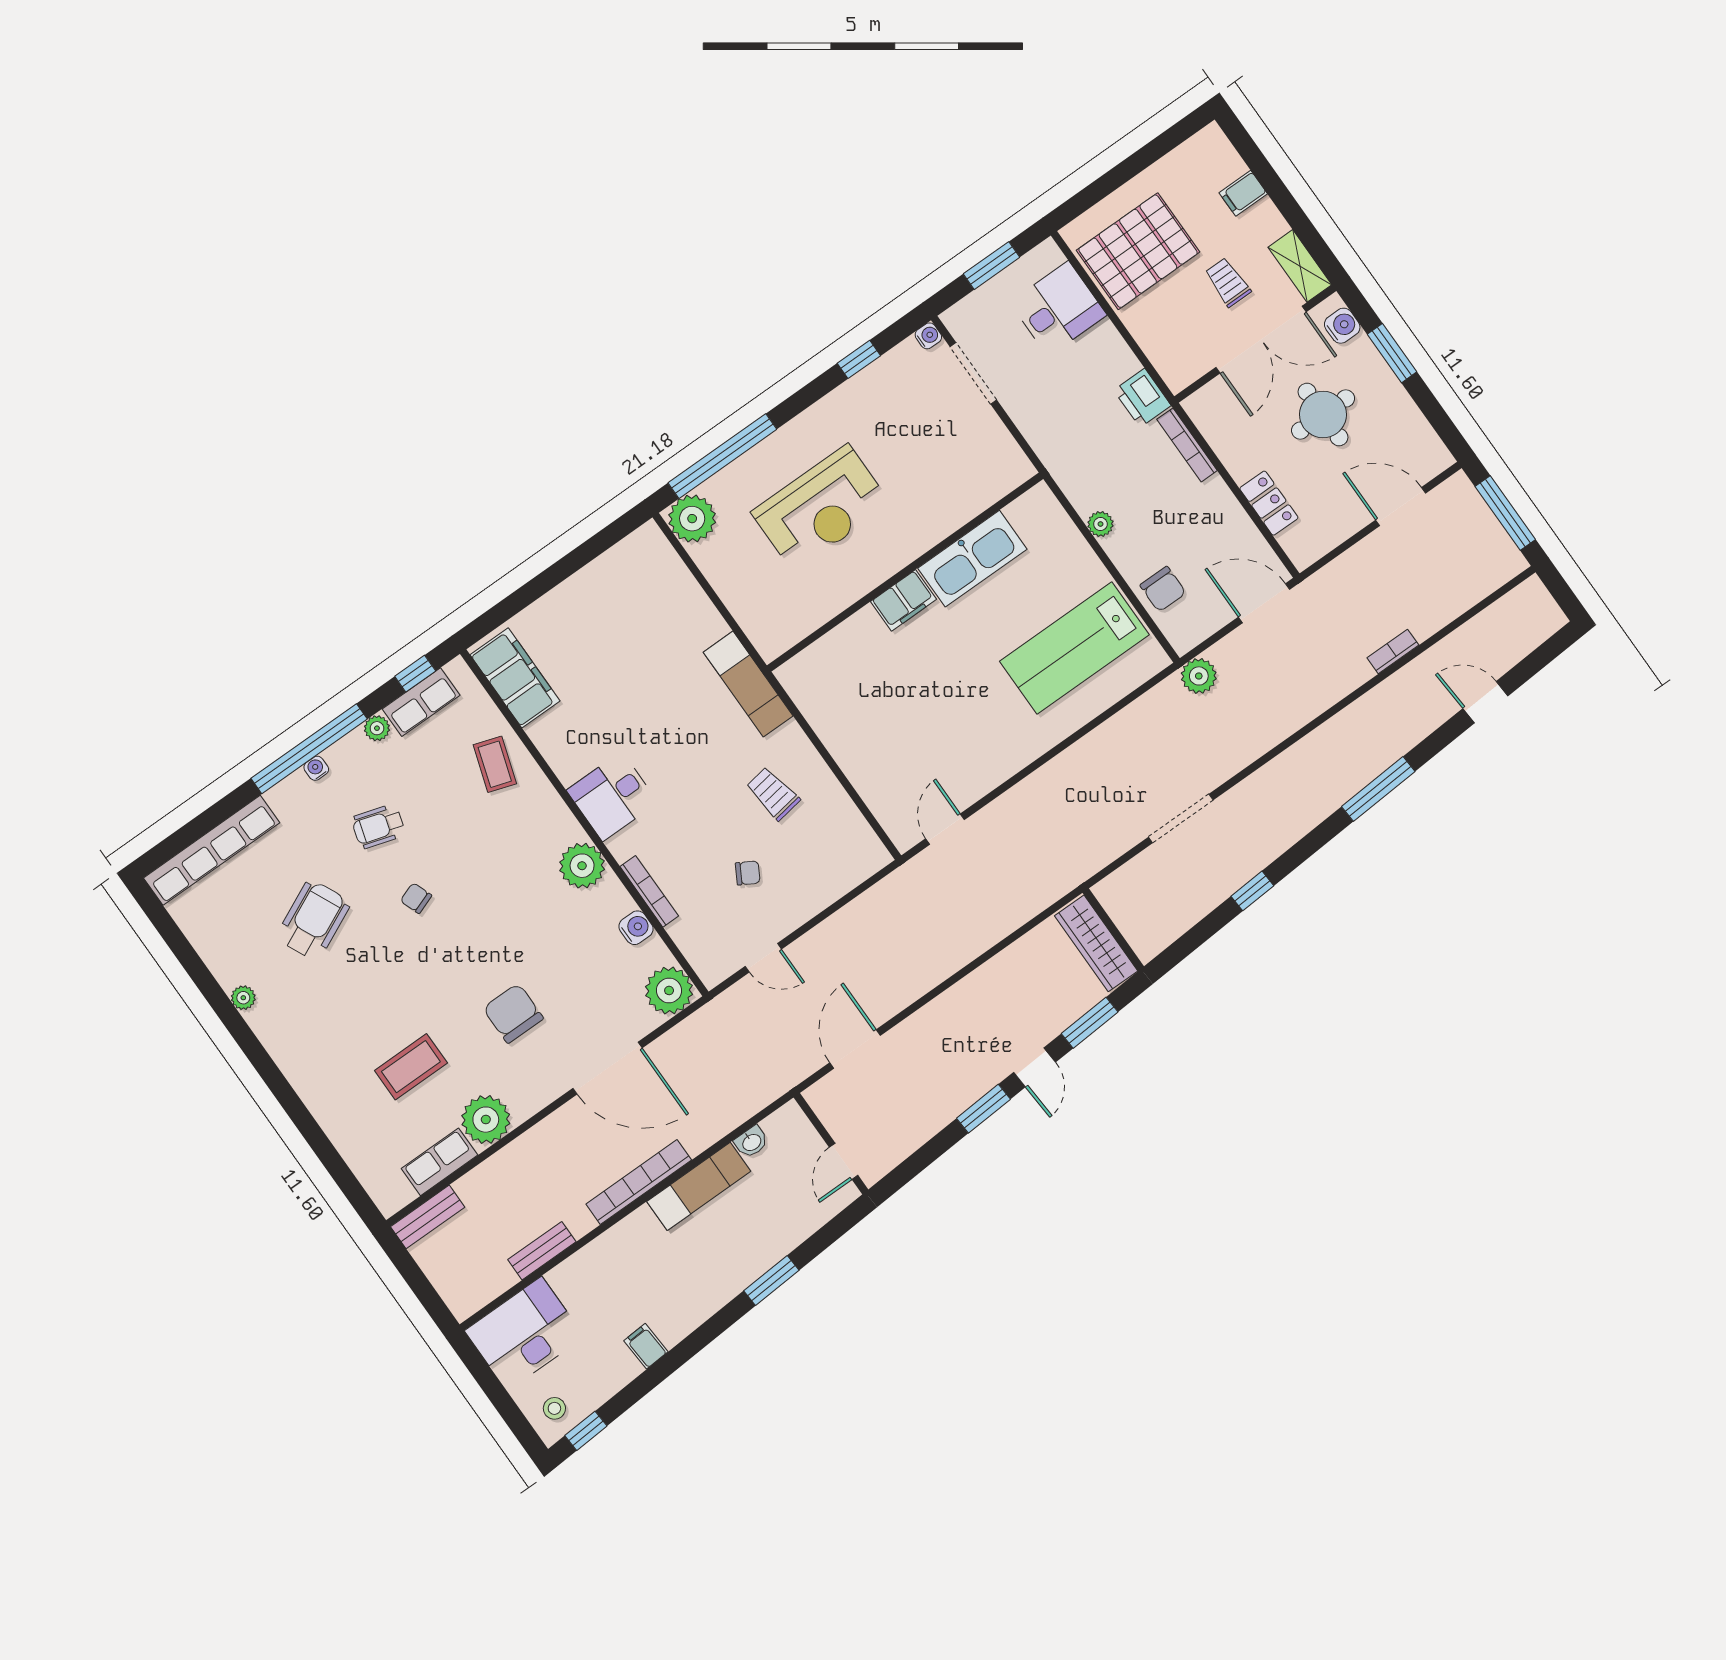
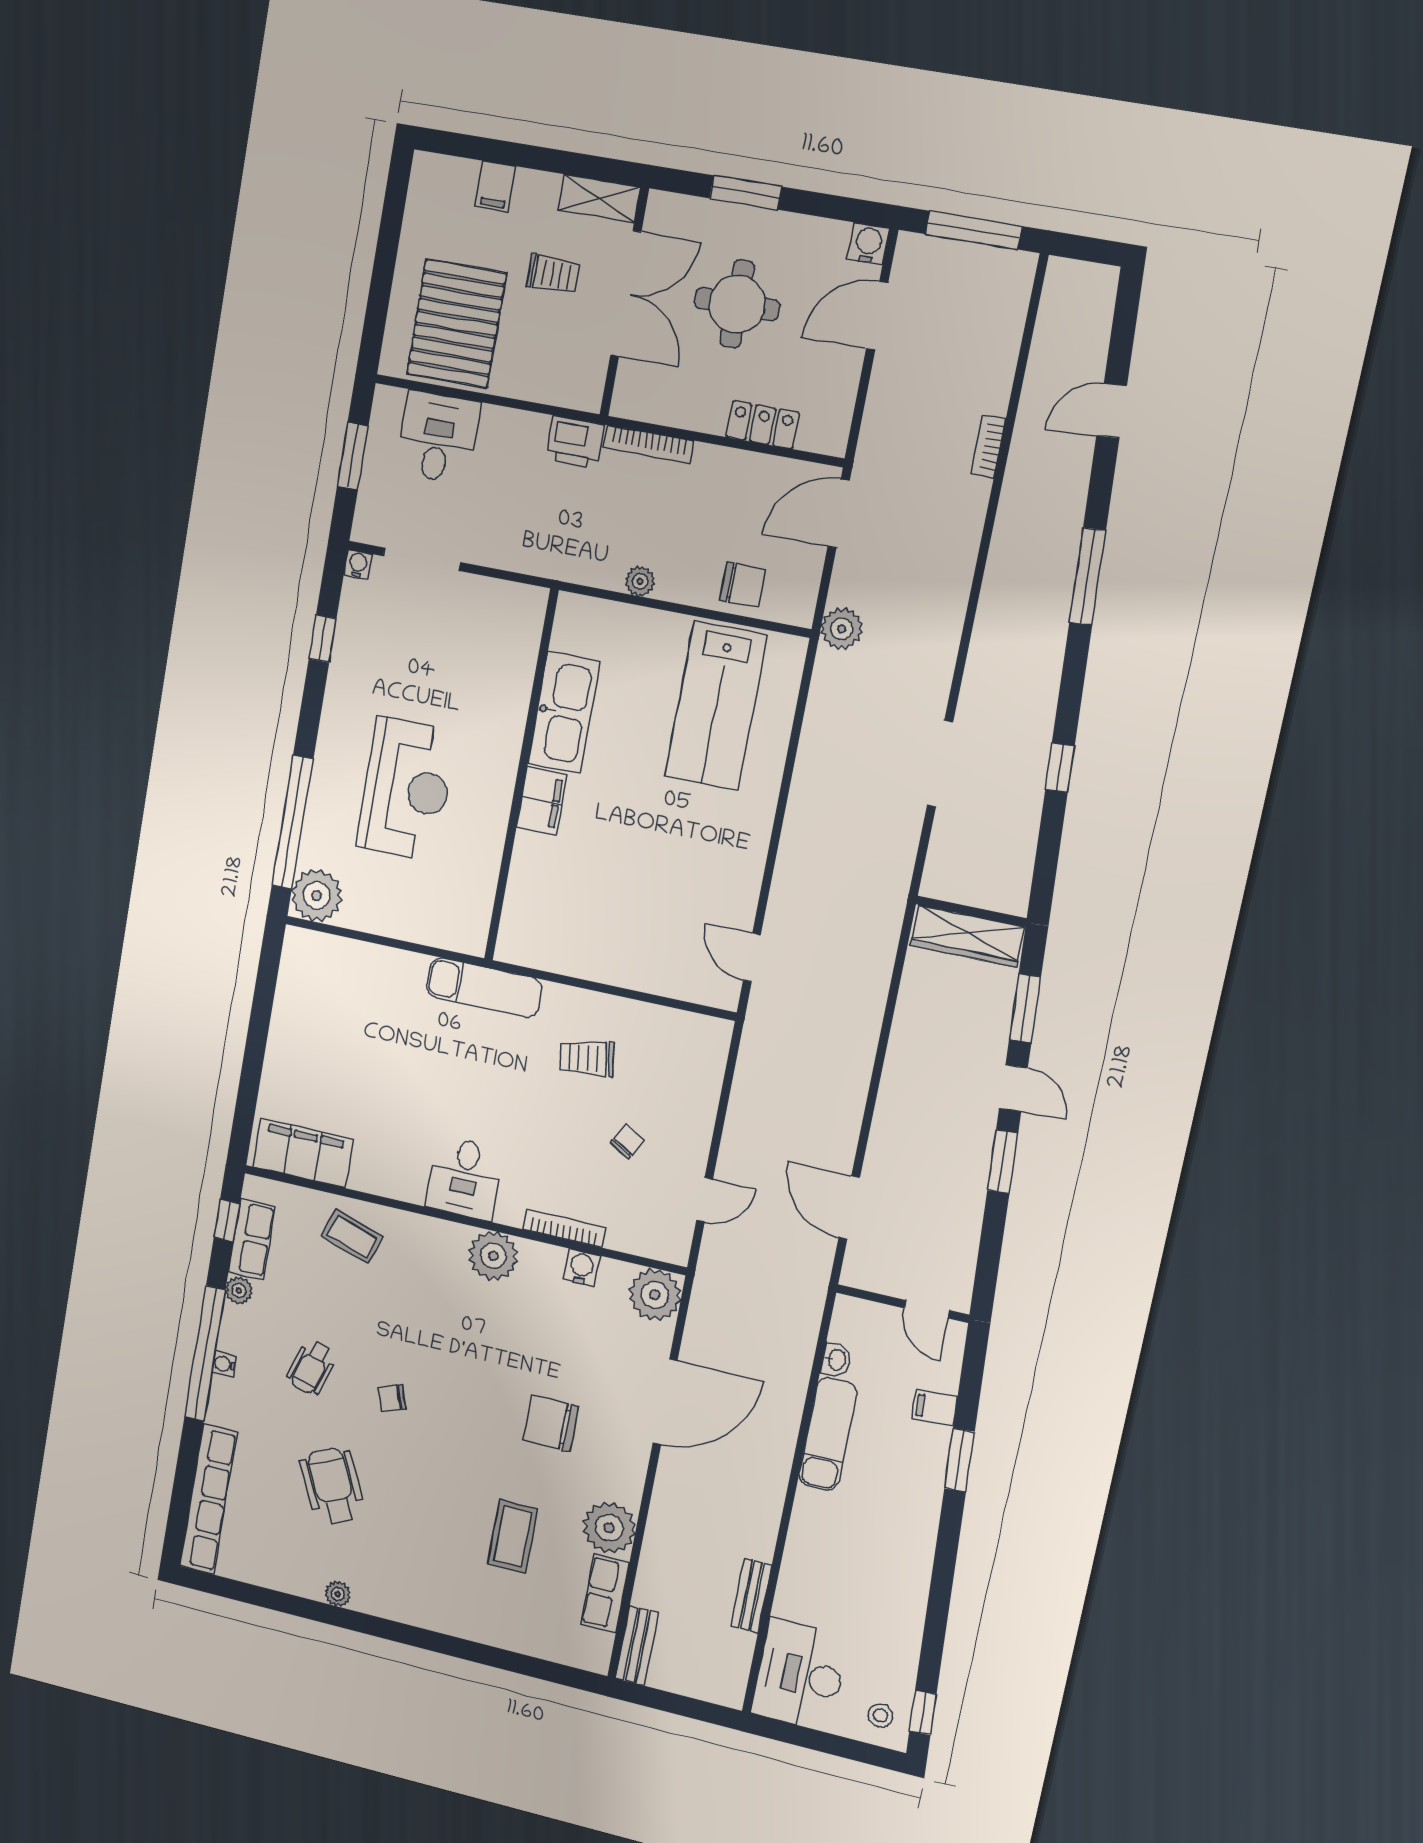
trolley: (1228, 282) -> (553, 274), turned 180
water cooler: (1342, 326) -> (868, 244), moved
bookcase: (639, 1182) -> (776, 1473), removed
filing cabinet: (646, 1346) -> (935, 1408), moved

